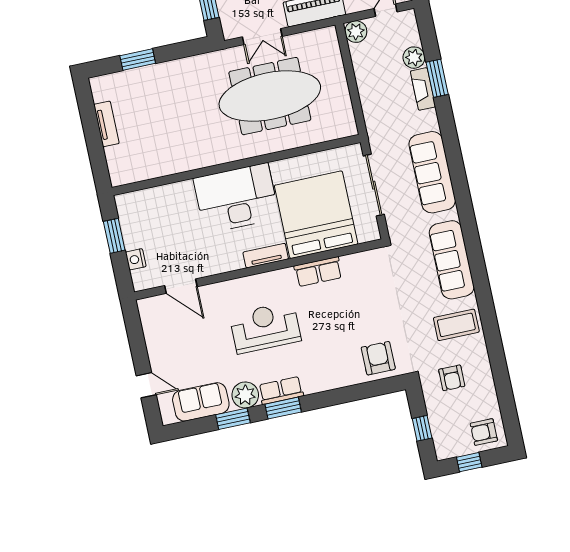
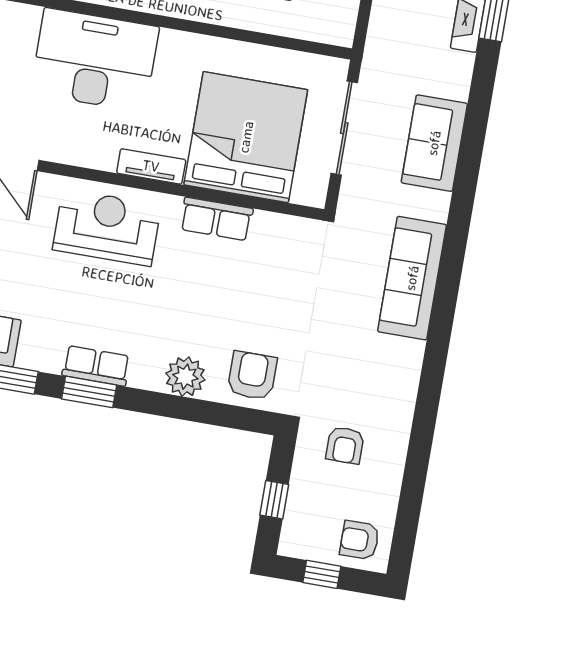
sofa: (432, 172) -> (434, 143), width x0.73
desk: (236, 198) -> (95, 60), moved
coffee table: (456, 325) -> (382, 373), removed
reception desk: (265, 328) -> (107, 227), moved
plant: (245, 395) -> (185, 377), moved

